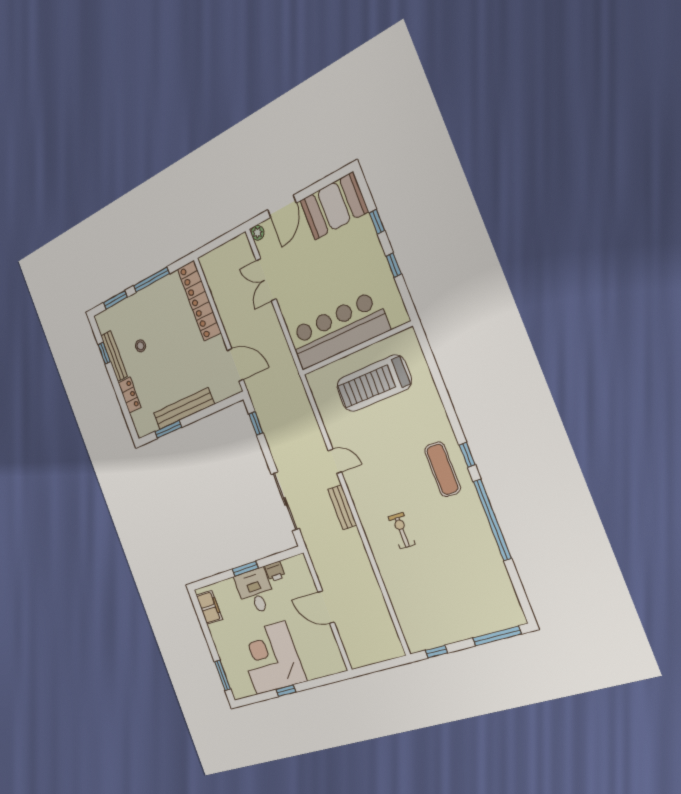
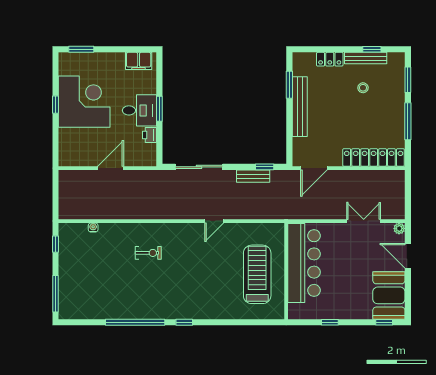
window: (377, 222) -> (384, 322), moved
exercise mat: (442, 469) -> (181, 301), removed
bench: (342, 507) -> (253, 176), moved
water cooler: (399, 609) -> (93, 228), added

